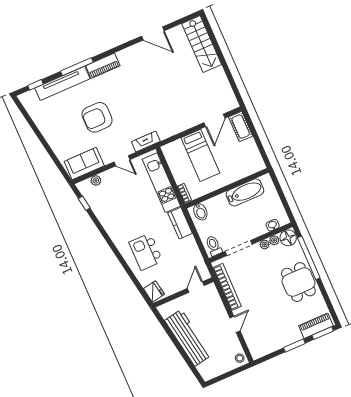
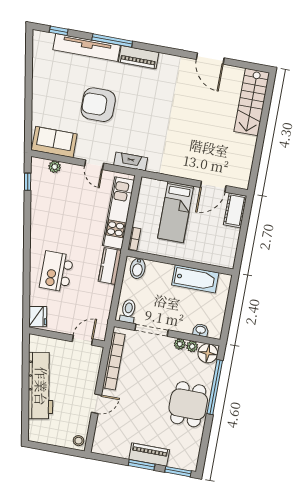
piano: (316, 326) -> (149, 455), moved

